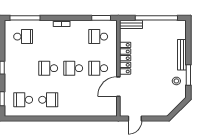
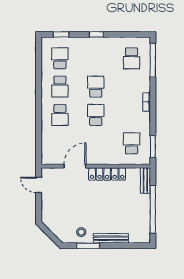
school desk: (98, 68) -> (60, 115), moved, turned 180
door: (118, 87) -> (75, 166), hinge flipped

